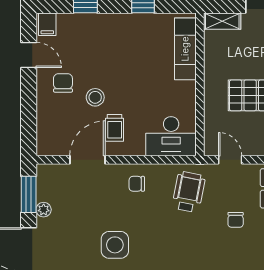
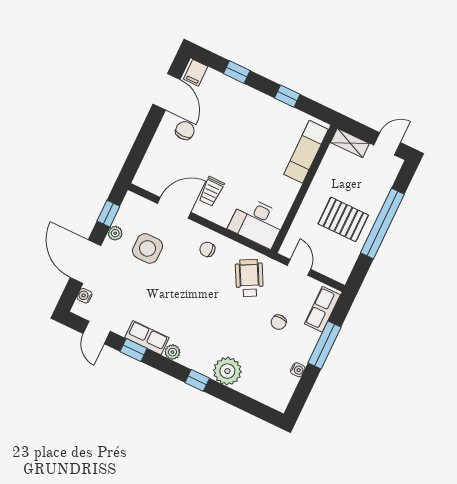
door: (29, 55) -> (167, 92), width x1.38
stool: (95, 97) -> (207, 157), removed
wheelchair: (189, 192) -> (249, 278), turned -39
window: (29, 194) -> (108, 214), width x0.67
side table: (115, 245) -> (148, 248), moved

